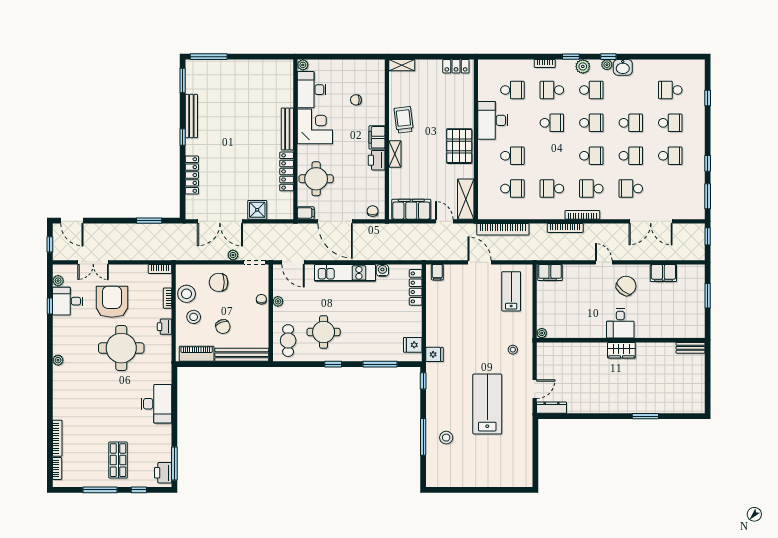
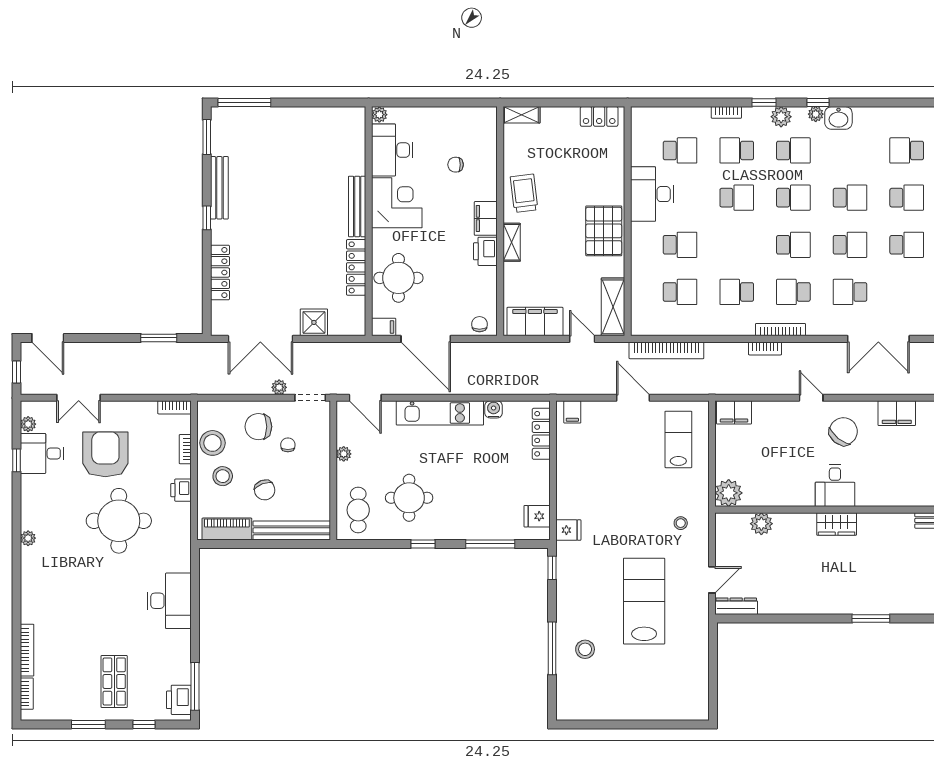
bookcase: (565, 228) -> (765, 348), width x0.64
chair: (261, 299) -> (288, 445), moved
plant: (542, 333) -> (729, 493), width x1.88, depth x1.88
plant: (569, 350) -> (761, 524), added
window: (100, 490) -> (88, 724), width x0.69

